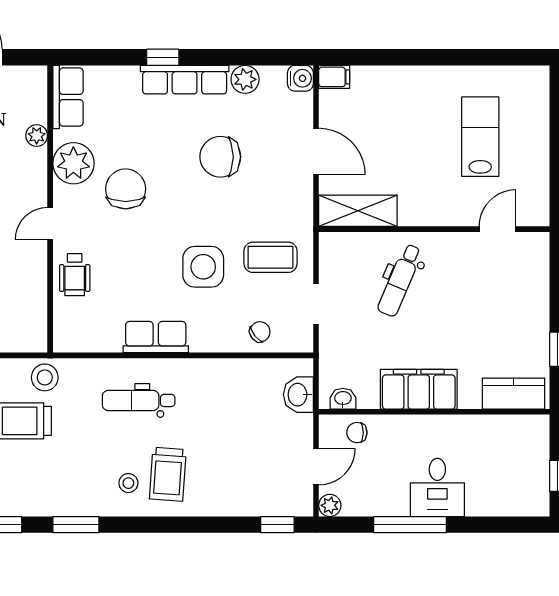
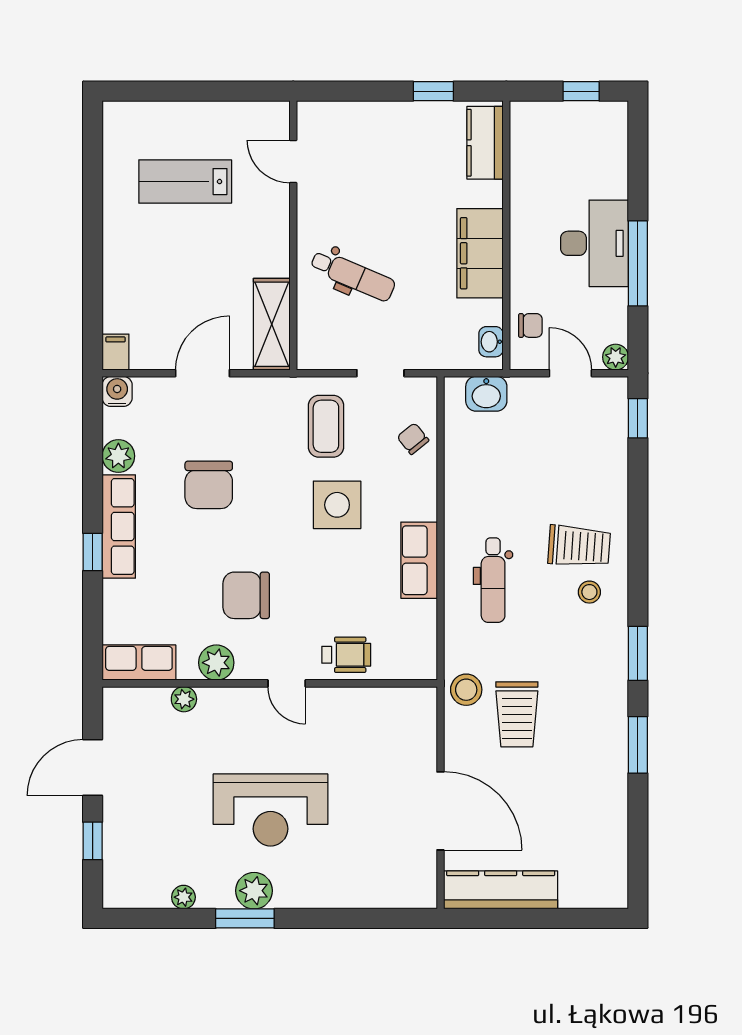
plant: (73, 163) -> (216, 663), width x0.73, depth x0.73
chair: (357, 433) -> (530, 325), turned -90
desk: (437, 487) -> (595, 243), width x1.37

